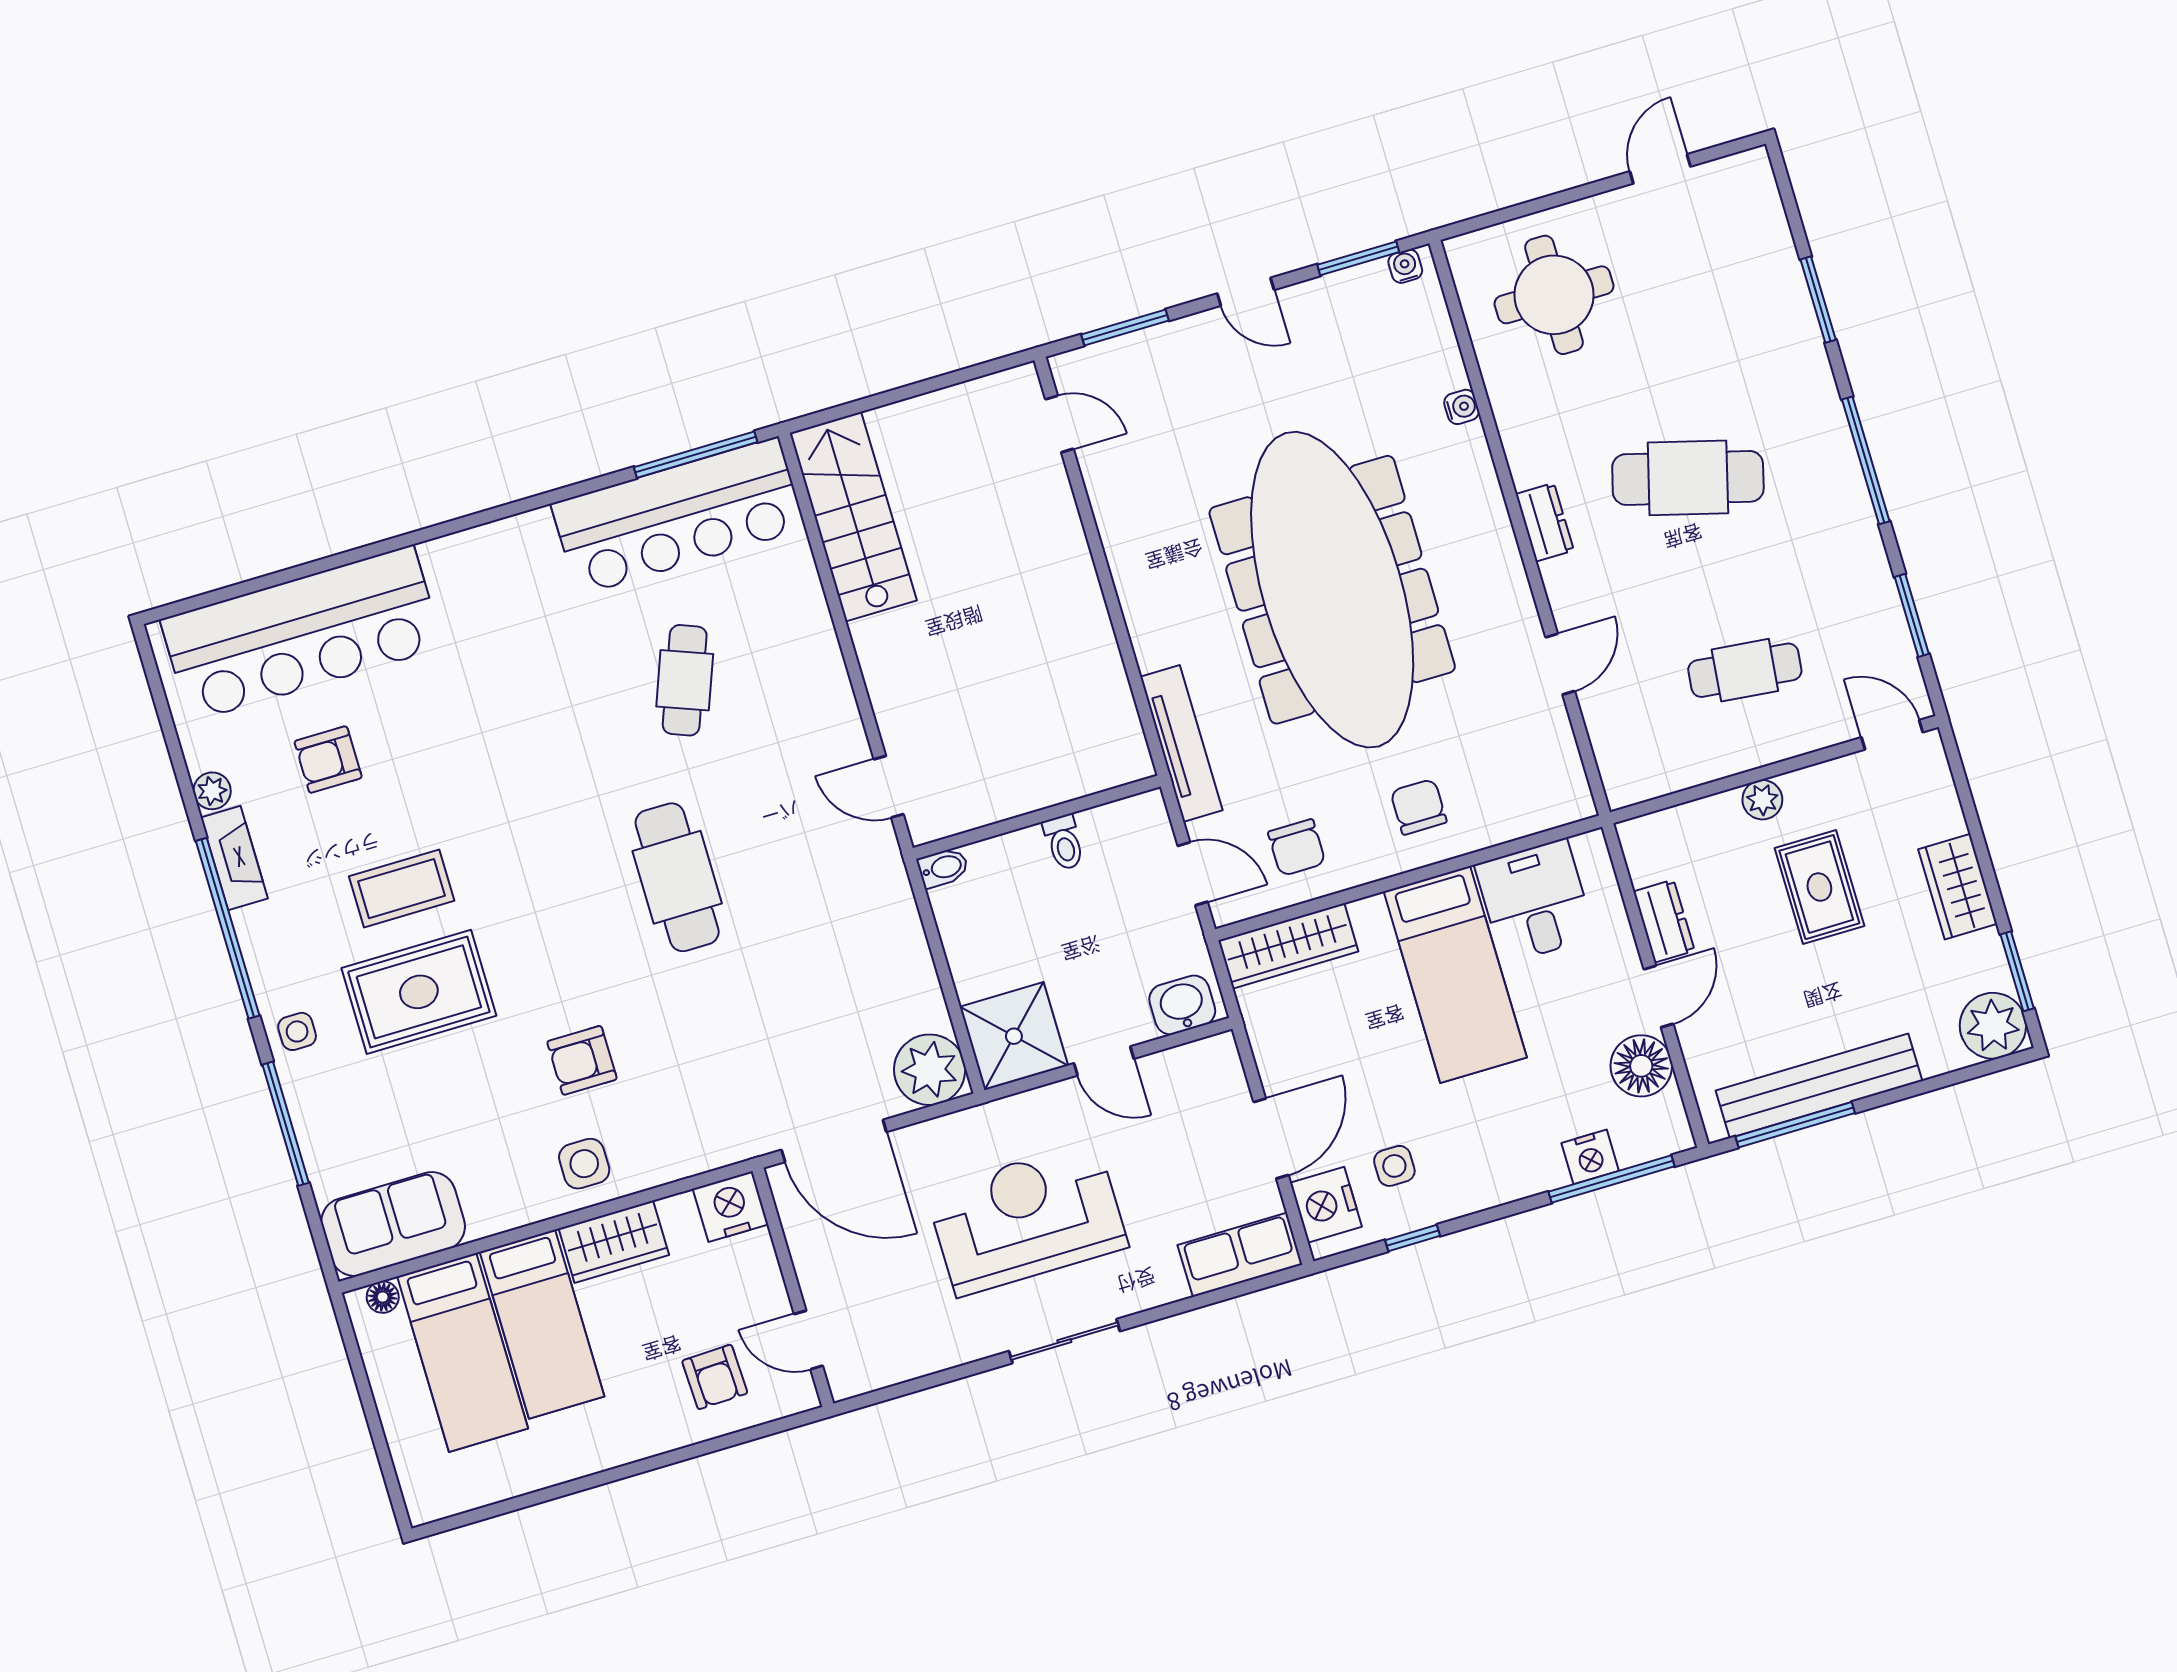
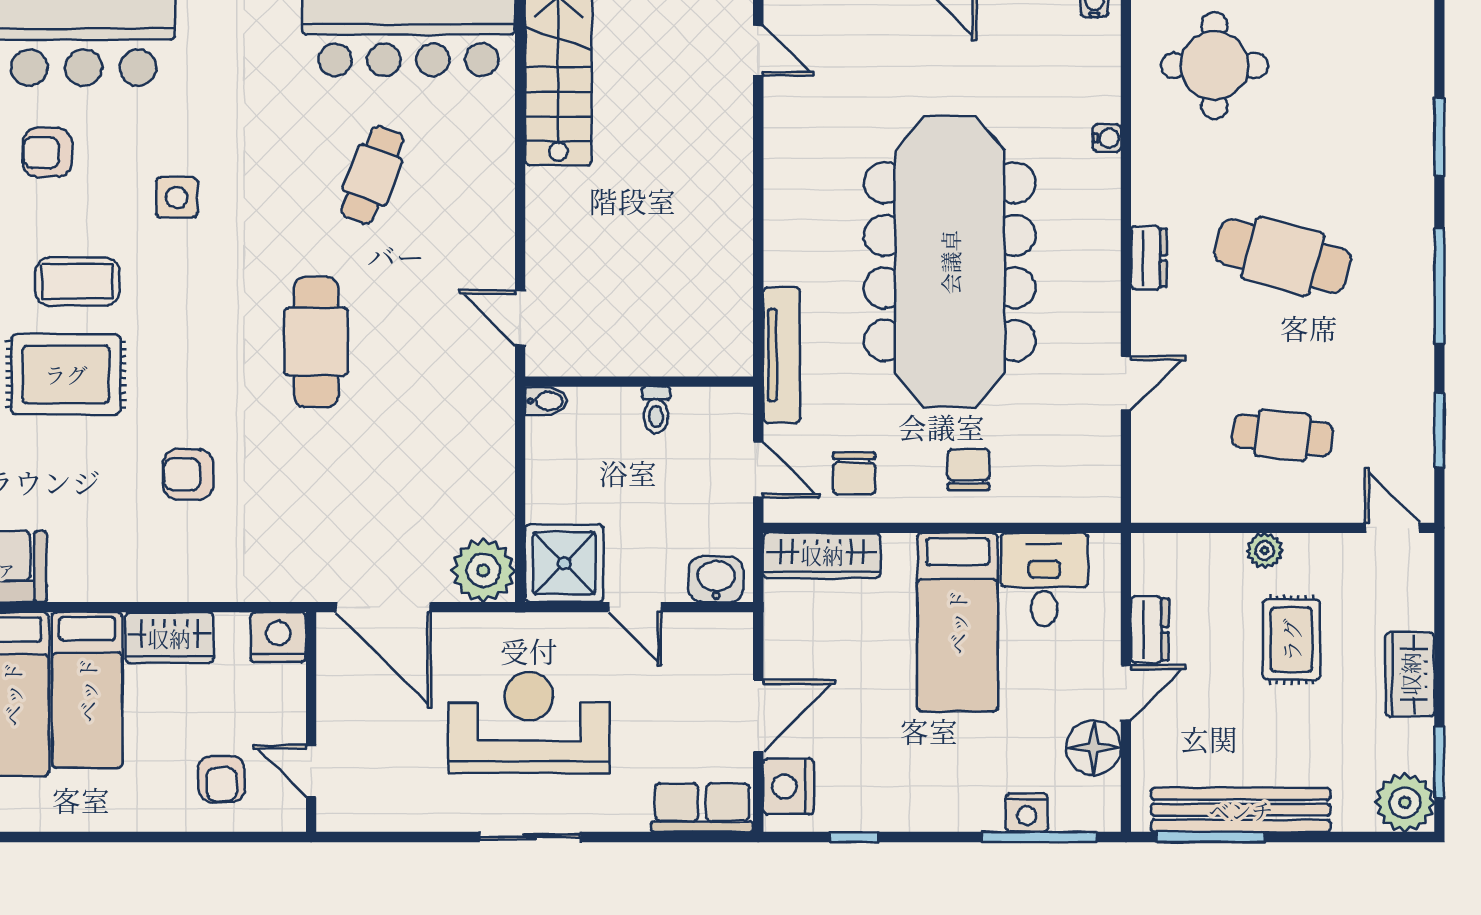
side table: (584, 1164) -> (177, 197), moved
side table: (1394, 1166) -> (857, 771), removed

